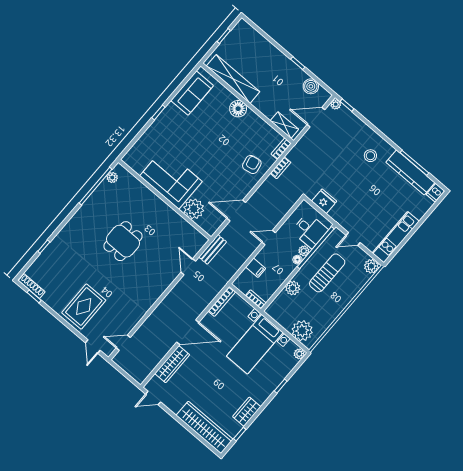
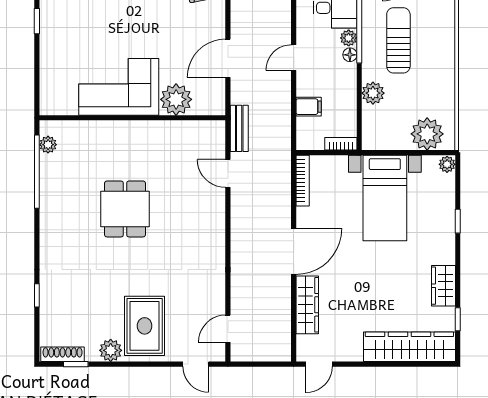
plant: (57, 304) -> (111, 350), added

